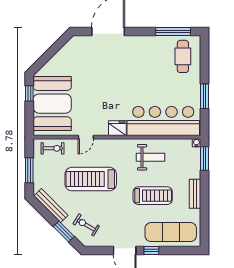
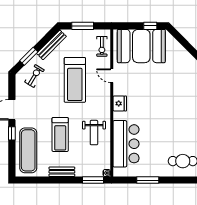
bar counter: (163, 121) -> (126, 144), width x0.73
treadmill: (91, 179) -> (75, 80), turned 180

